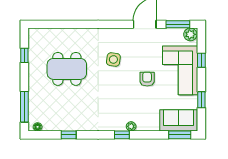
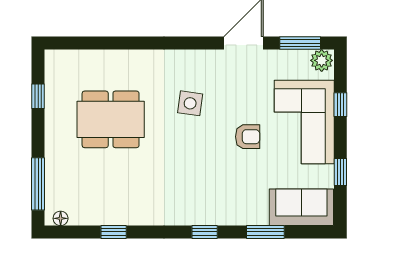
armchair: (147, 79) -> (248, 137), turned 90
plant: (131, 126) -> (220, 218), removed
window: (180, 135) -> (265, 232), moved

